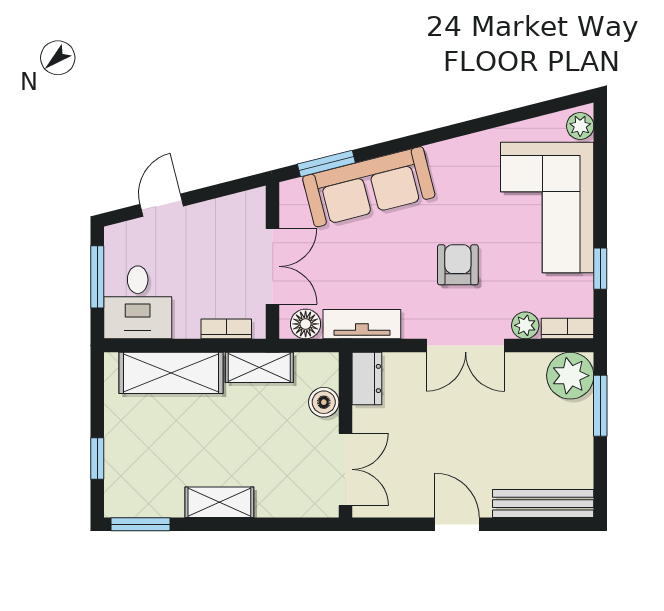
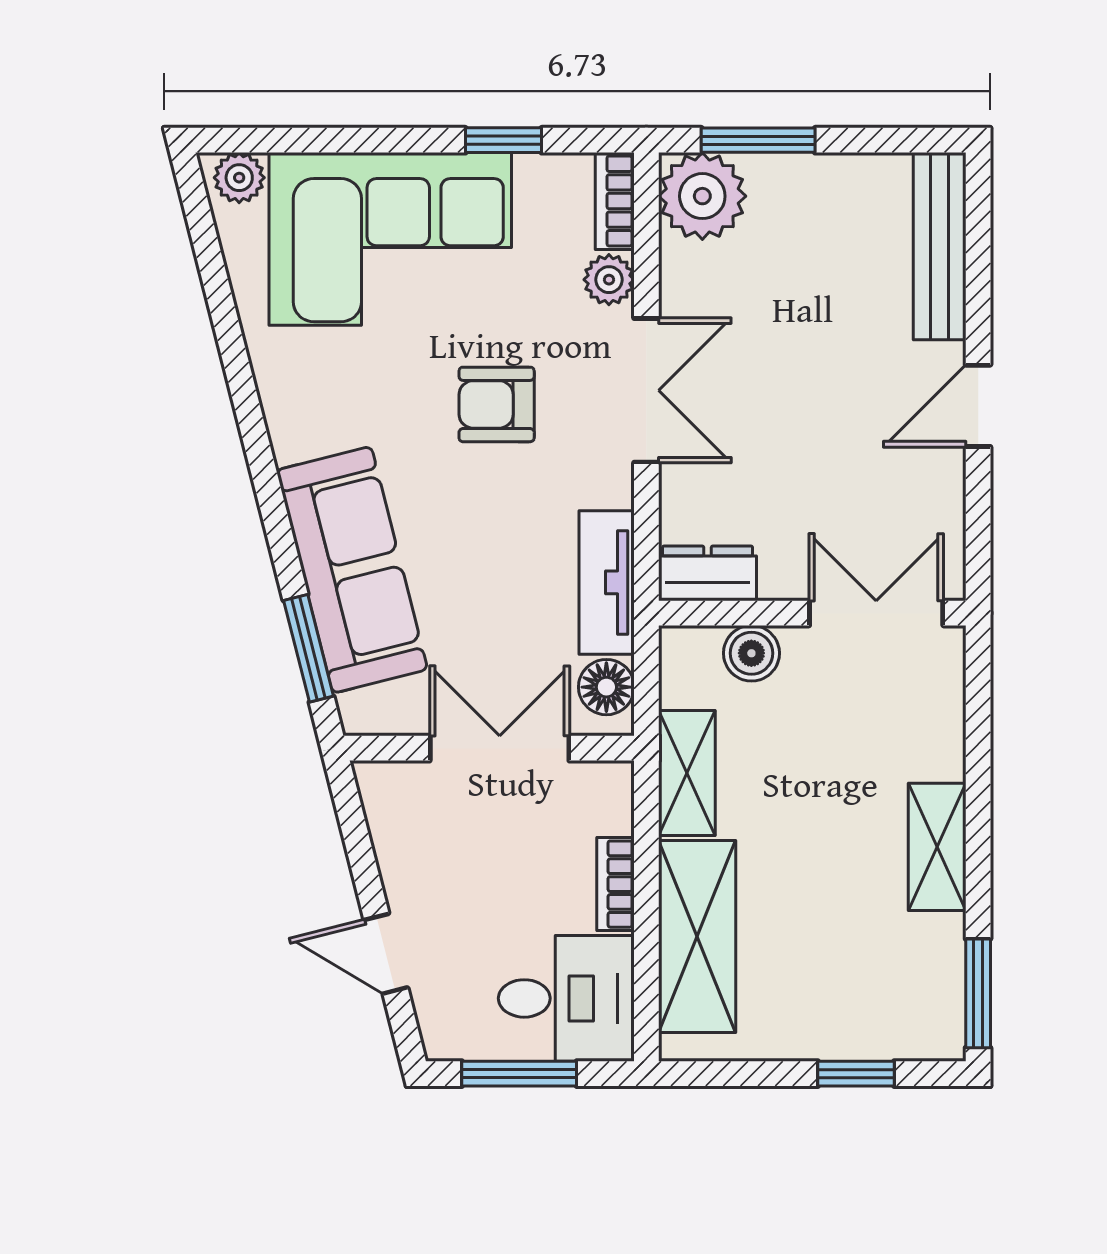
bookcase: (226, 329) -> (616, 884), moved

